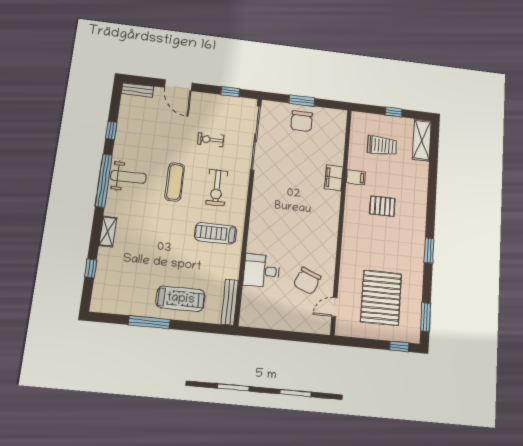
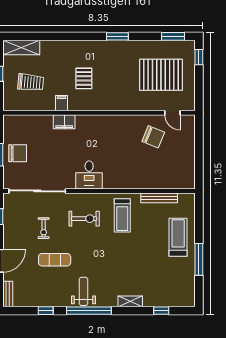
trolley: (382, 146) -> (31, 82), turned 95
exercise mat: (175, 182) -> (55, 260), moved
desk: (262, 271) -> (89, 175), moved
bench: (230, 302) -> (159, 198), moved

